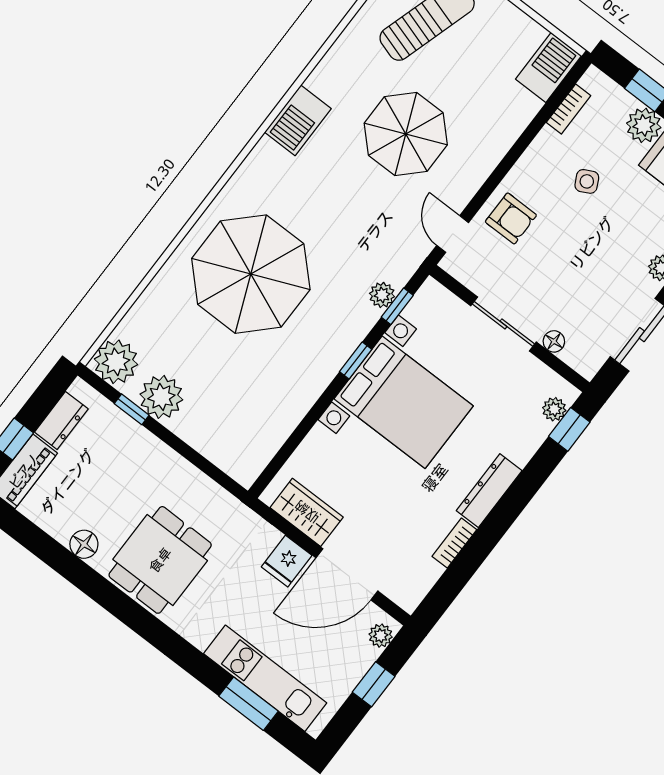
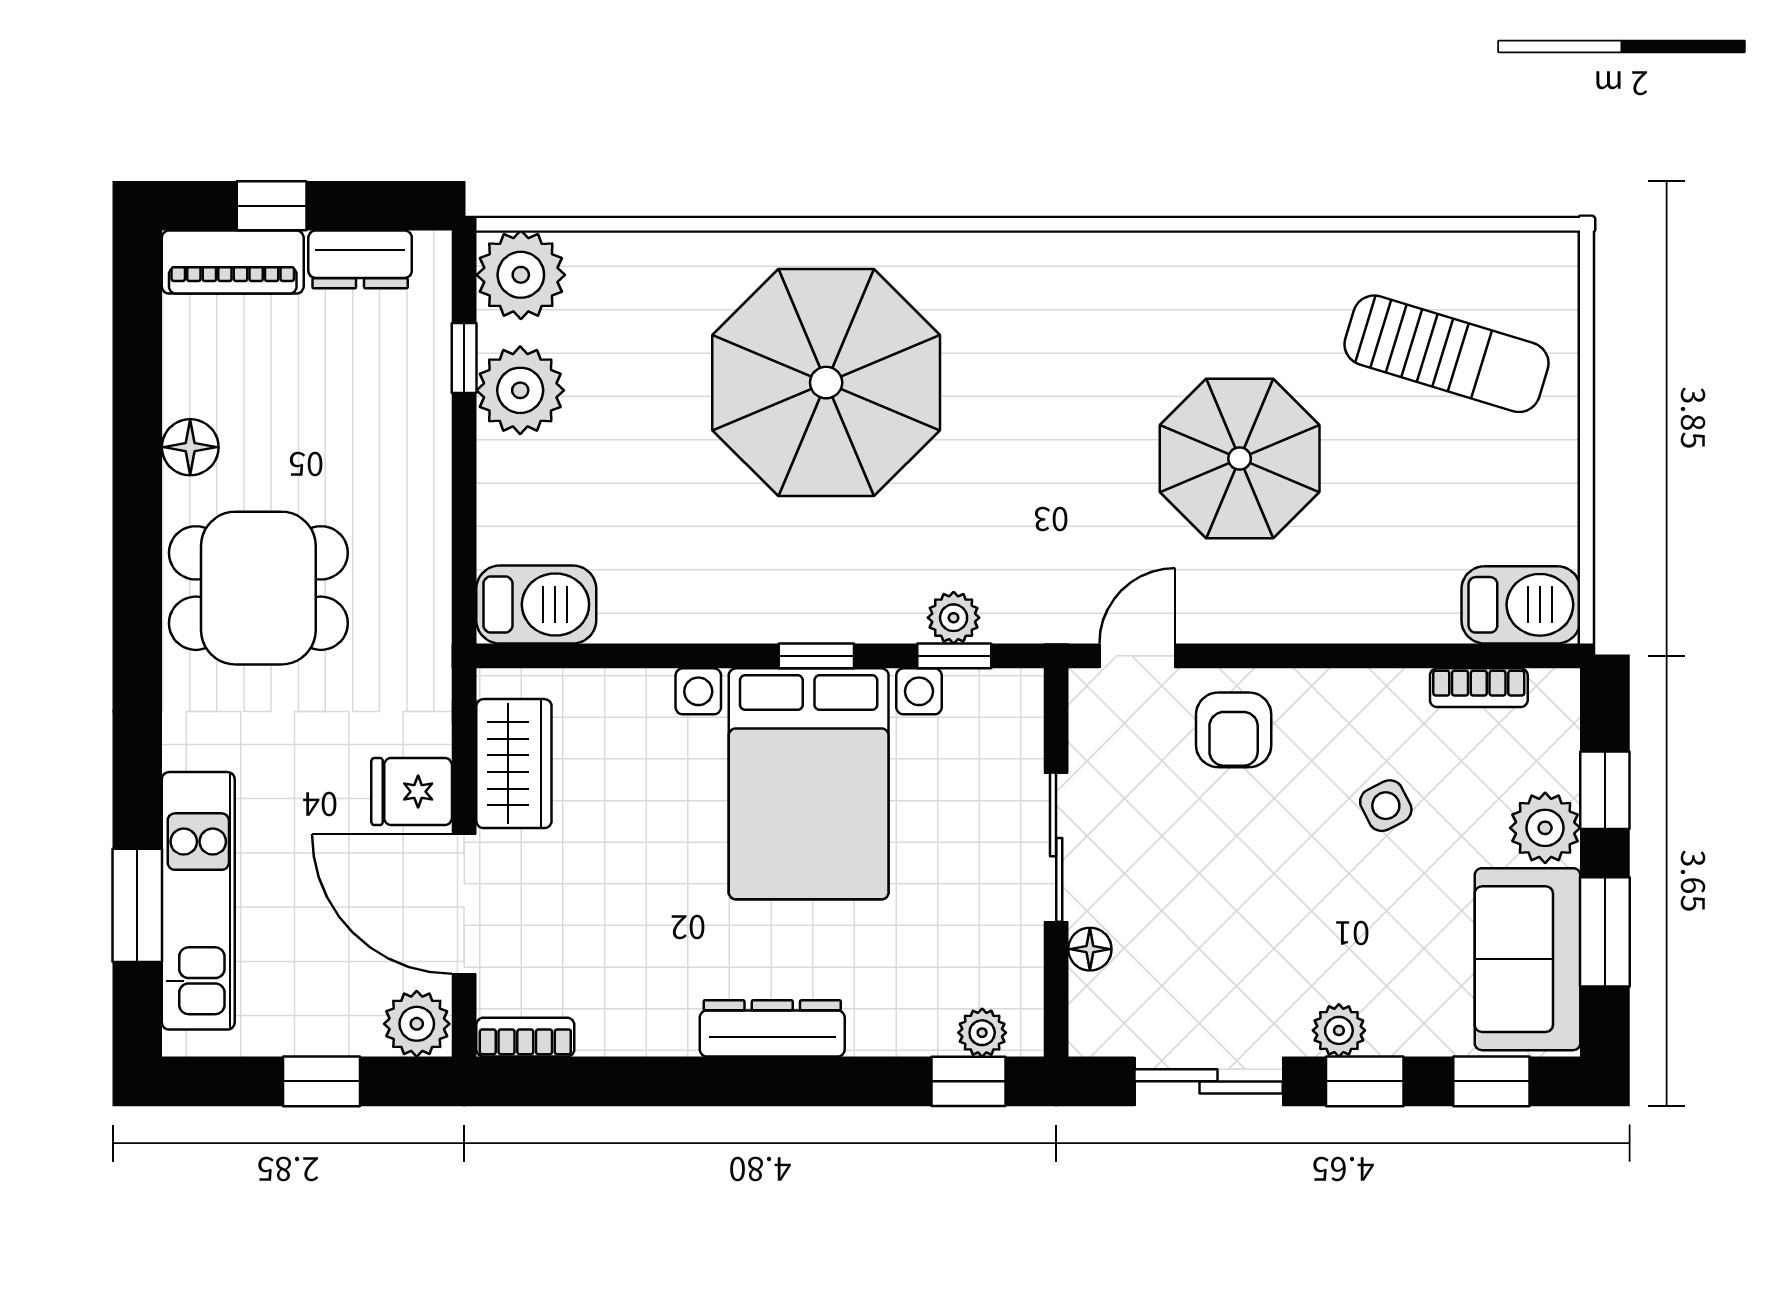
barbecue: (298, 120) -> (536, 604), moved, turned 180
bookcase: (454, 543) -> (525, 1037), moved
plant: (381, 636) -> (417, 1024), width x1.38, depth x1.38

